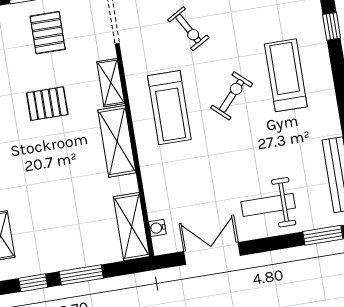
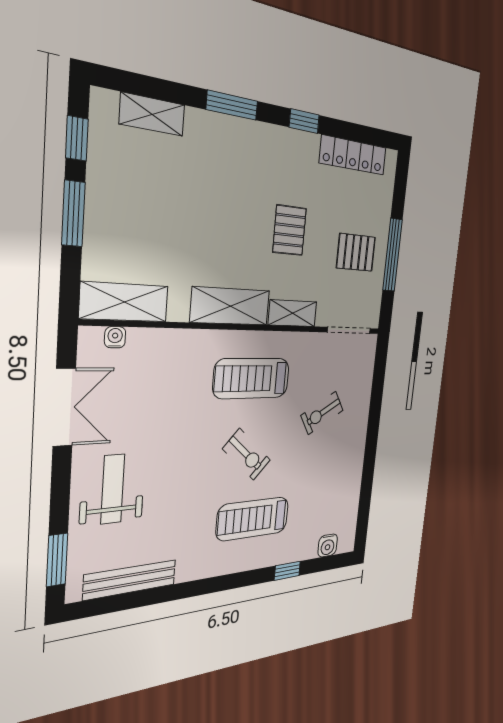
treadmill: (286, 75) -> (253, 519), turned 180

